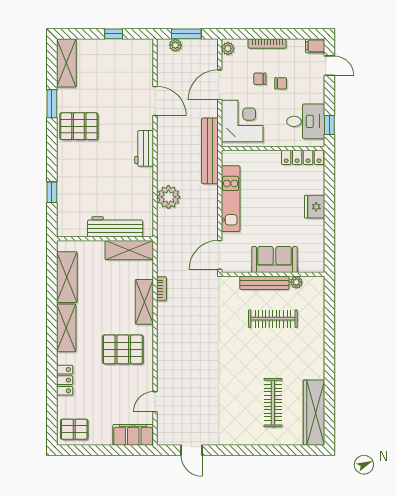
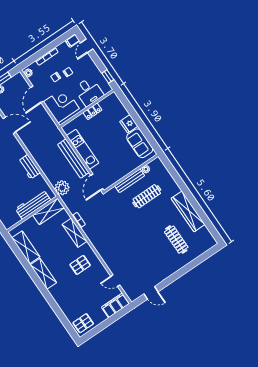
door: (329, 66) -> (87, 46), swing flipped
desk: (306, 121) -> (89, 92), moved, turned 90
workbench: (144, 148) -> (29, 167), moved
bench: (210, 151) -> (73, 159), moved
locker: (303, 157) -> (92, 111), moved, width x0.66
plant: (168, 197) -> (62, 188), moved
sofa: (275, 260) -> (140, 143), moved, turned -90
pallet: (123, 349) -> (80, 265), width x0.67, depth x0.71
locker: (65, 380) -> (61, 301), removed
door: (155, 402) -> (115, 281), hinge flipped
wardrobe: (314, 413) -> (188, 211), moved

